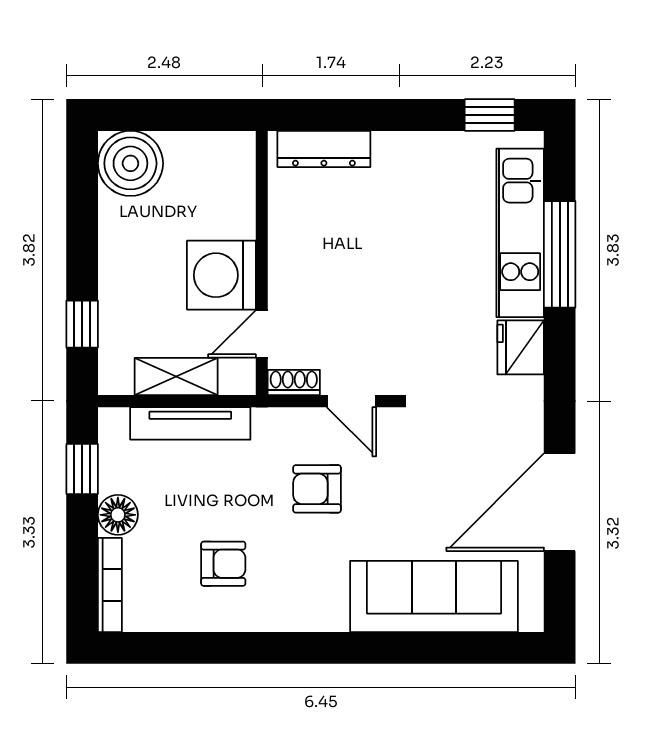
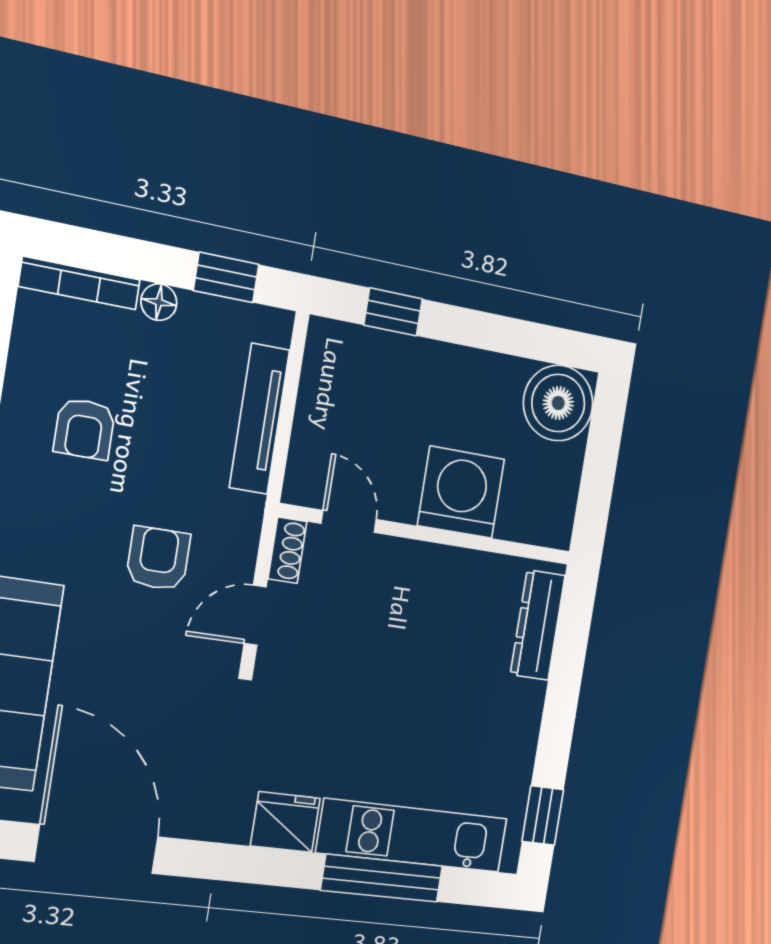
washing machine: (221, 275) -> (461, 492), moved
shelving: (176, 377) -> (316, 412), removed
floor lamp: (118, 515) -> (159, 302), width x0.73, depth x0.73

